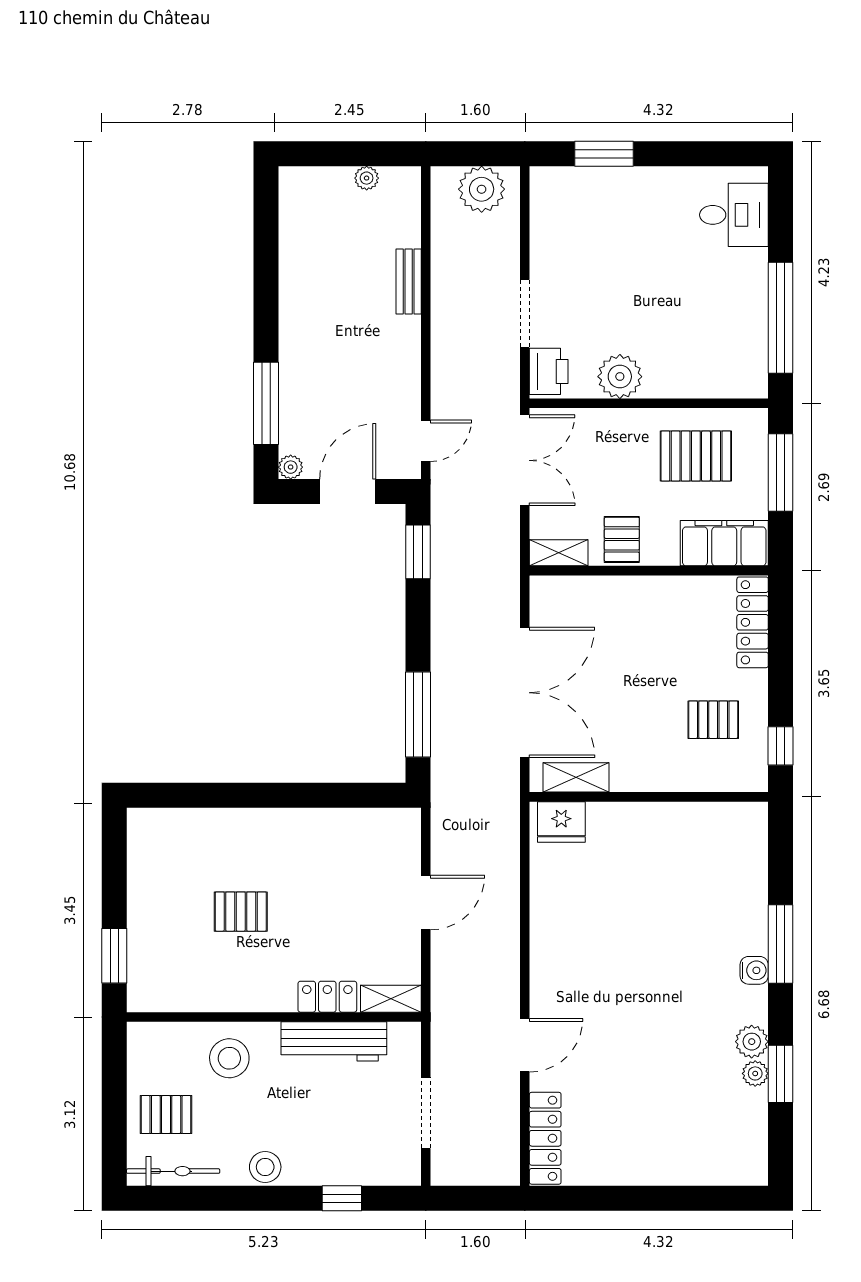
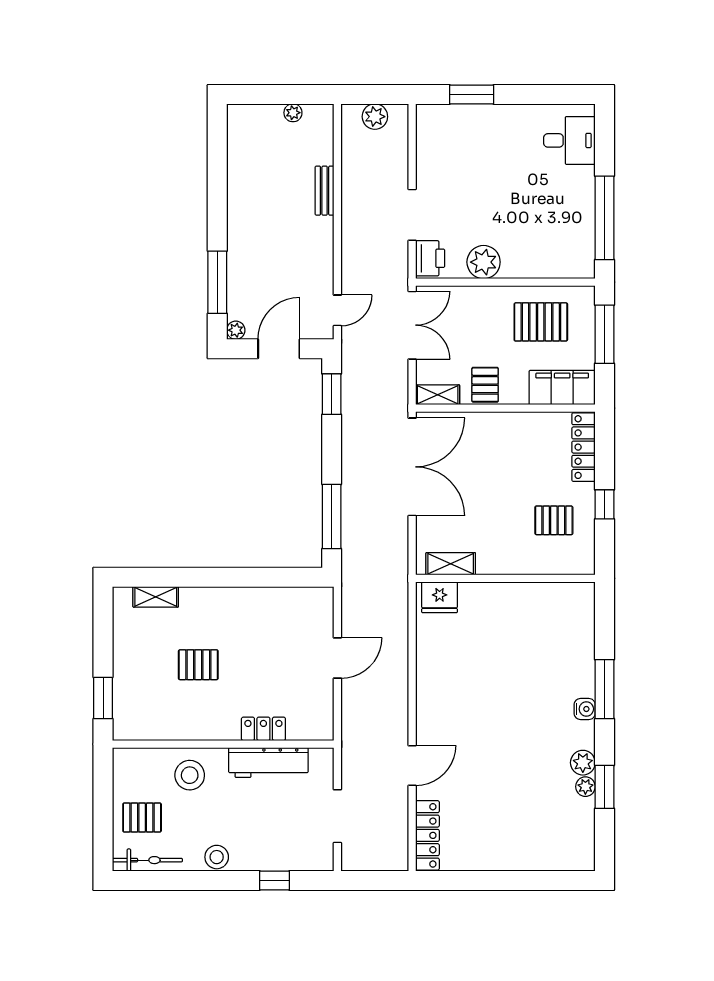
plant: (482, 189) -> (375, 117), width x0.73, depth x0.73
double door: (525, 693) -> (412, 467), moved
window: (781, 746) -> (605, 504), moved
shelving: (391, 999) -> (156, 597), moved

